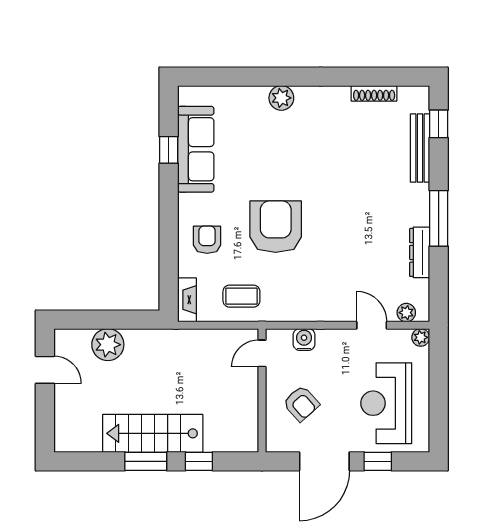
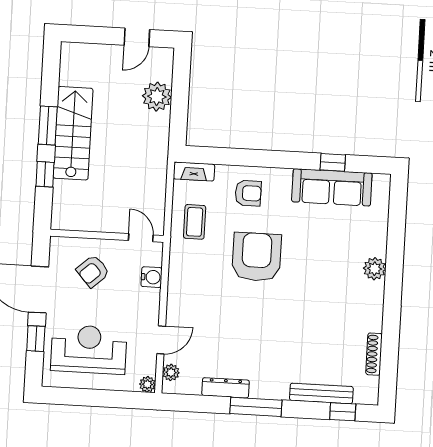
armchair: (276, 227) -> (257, 257), turned -90

